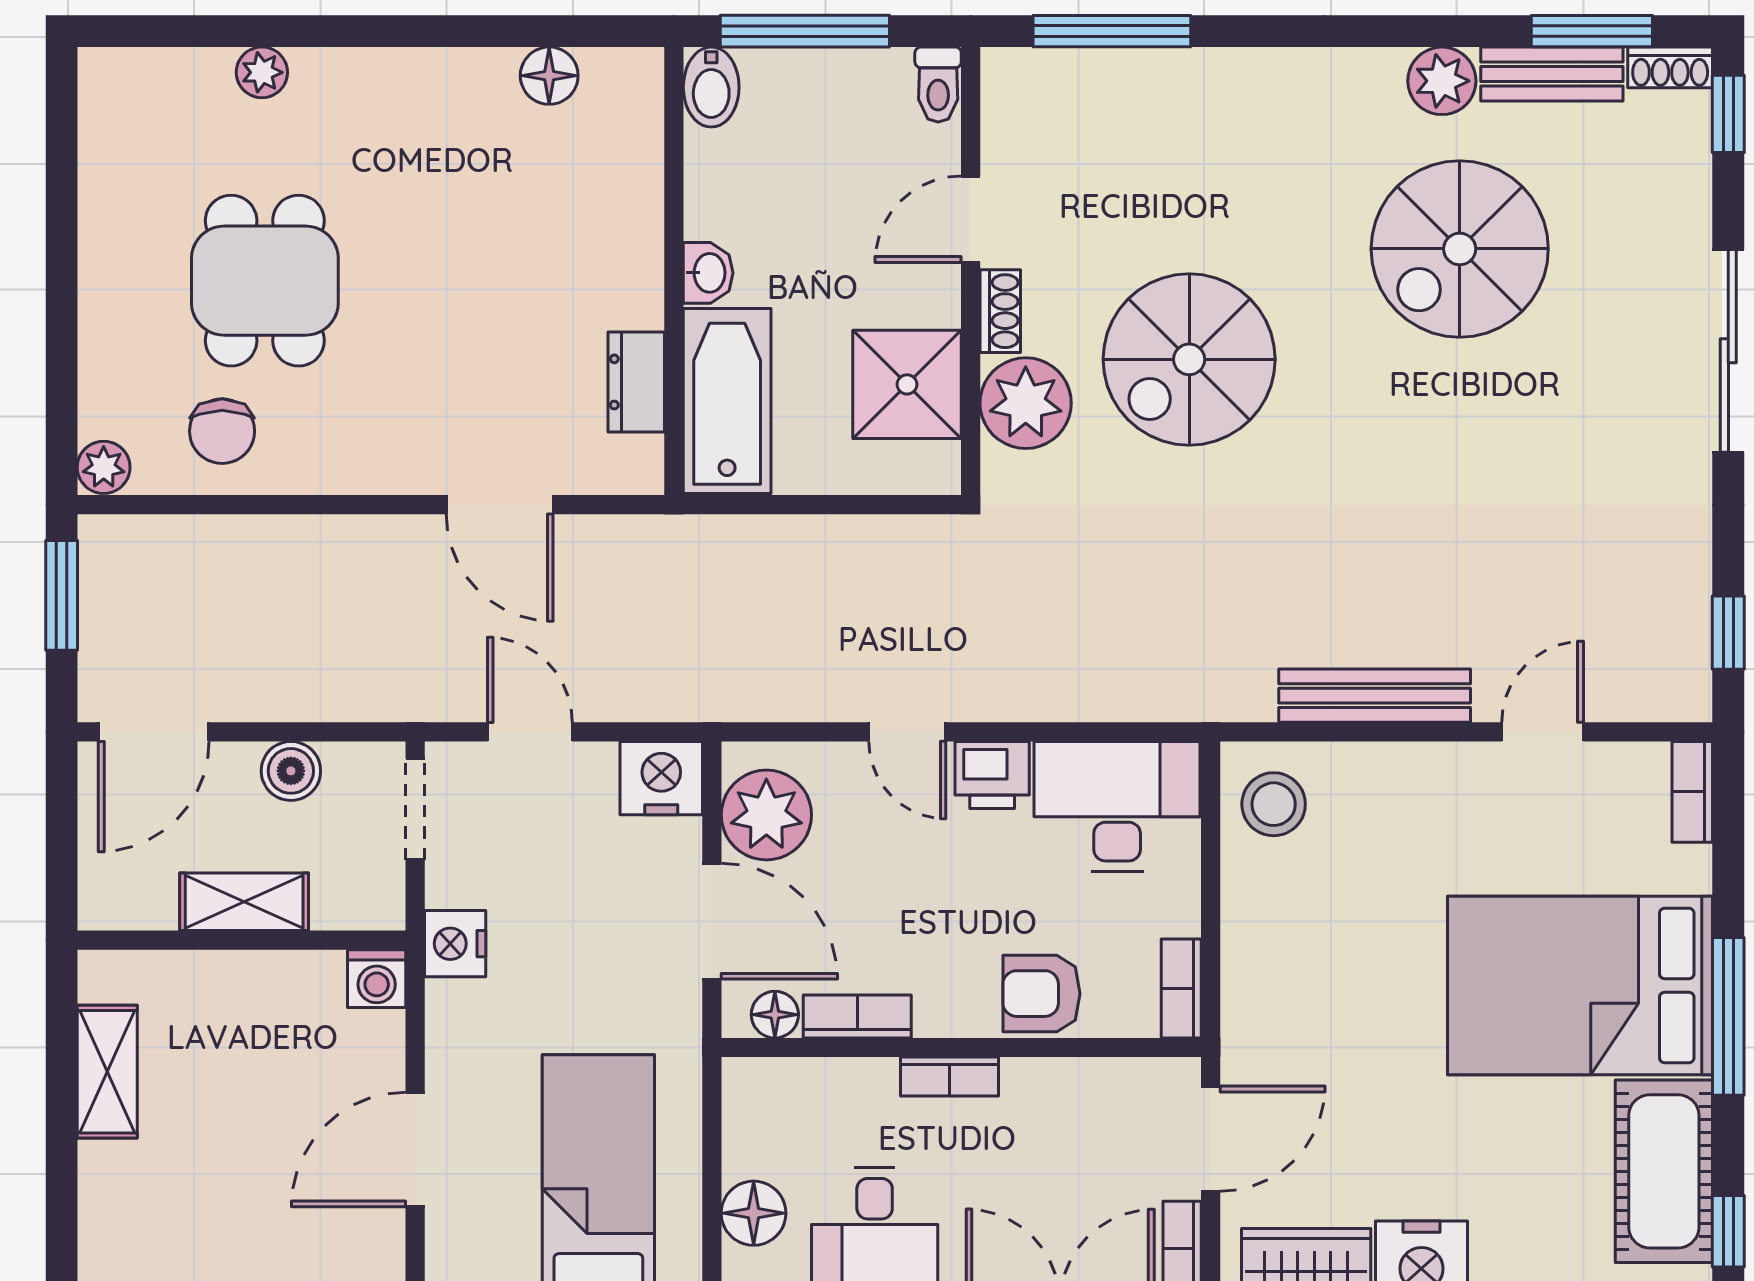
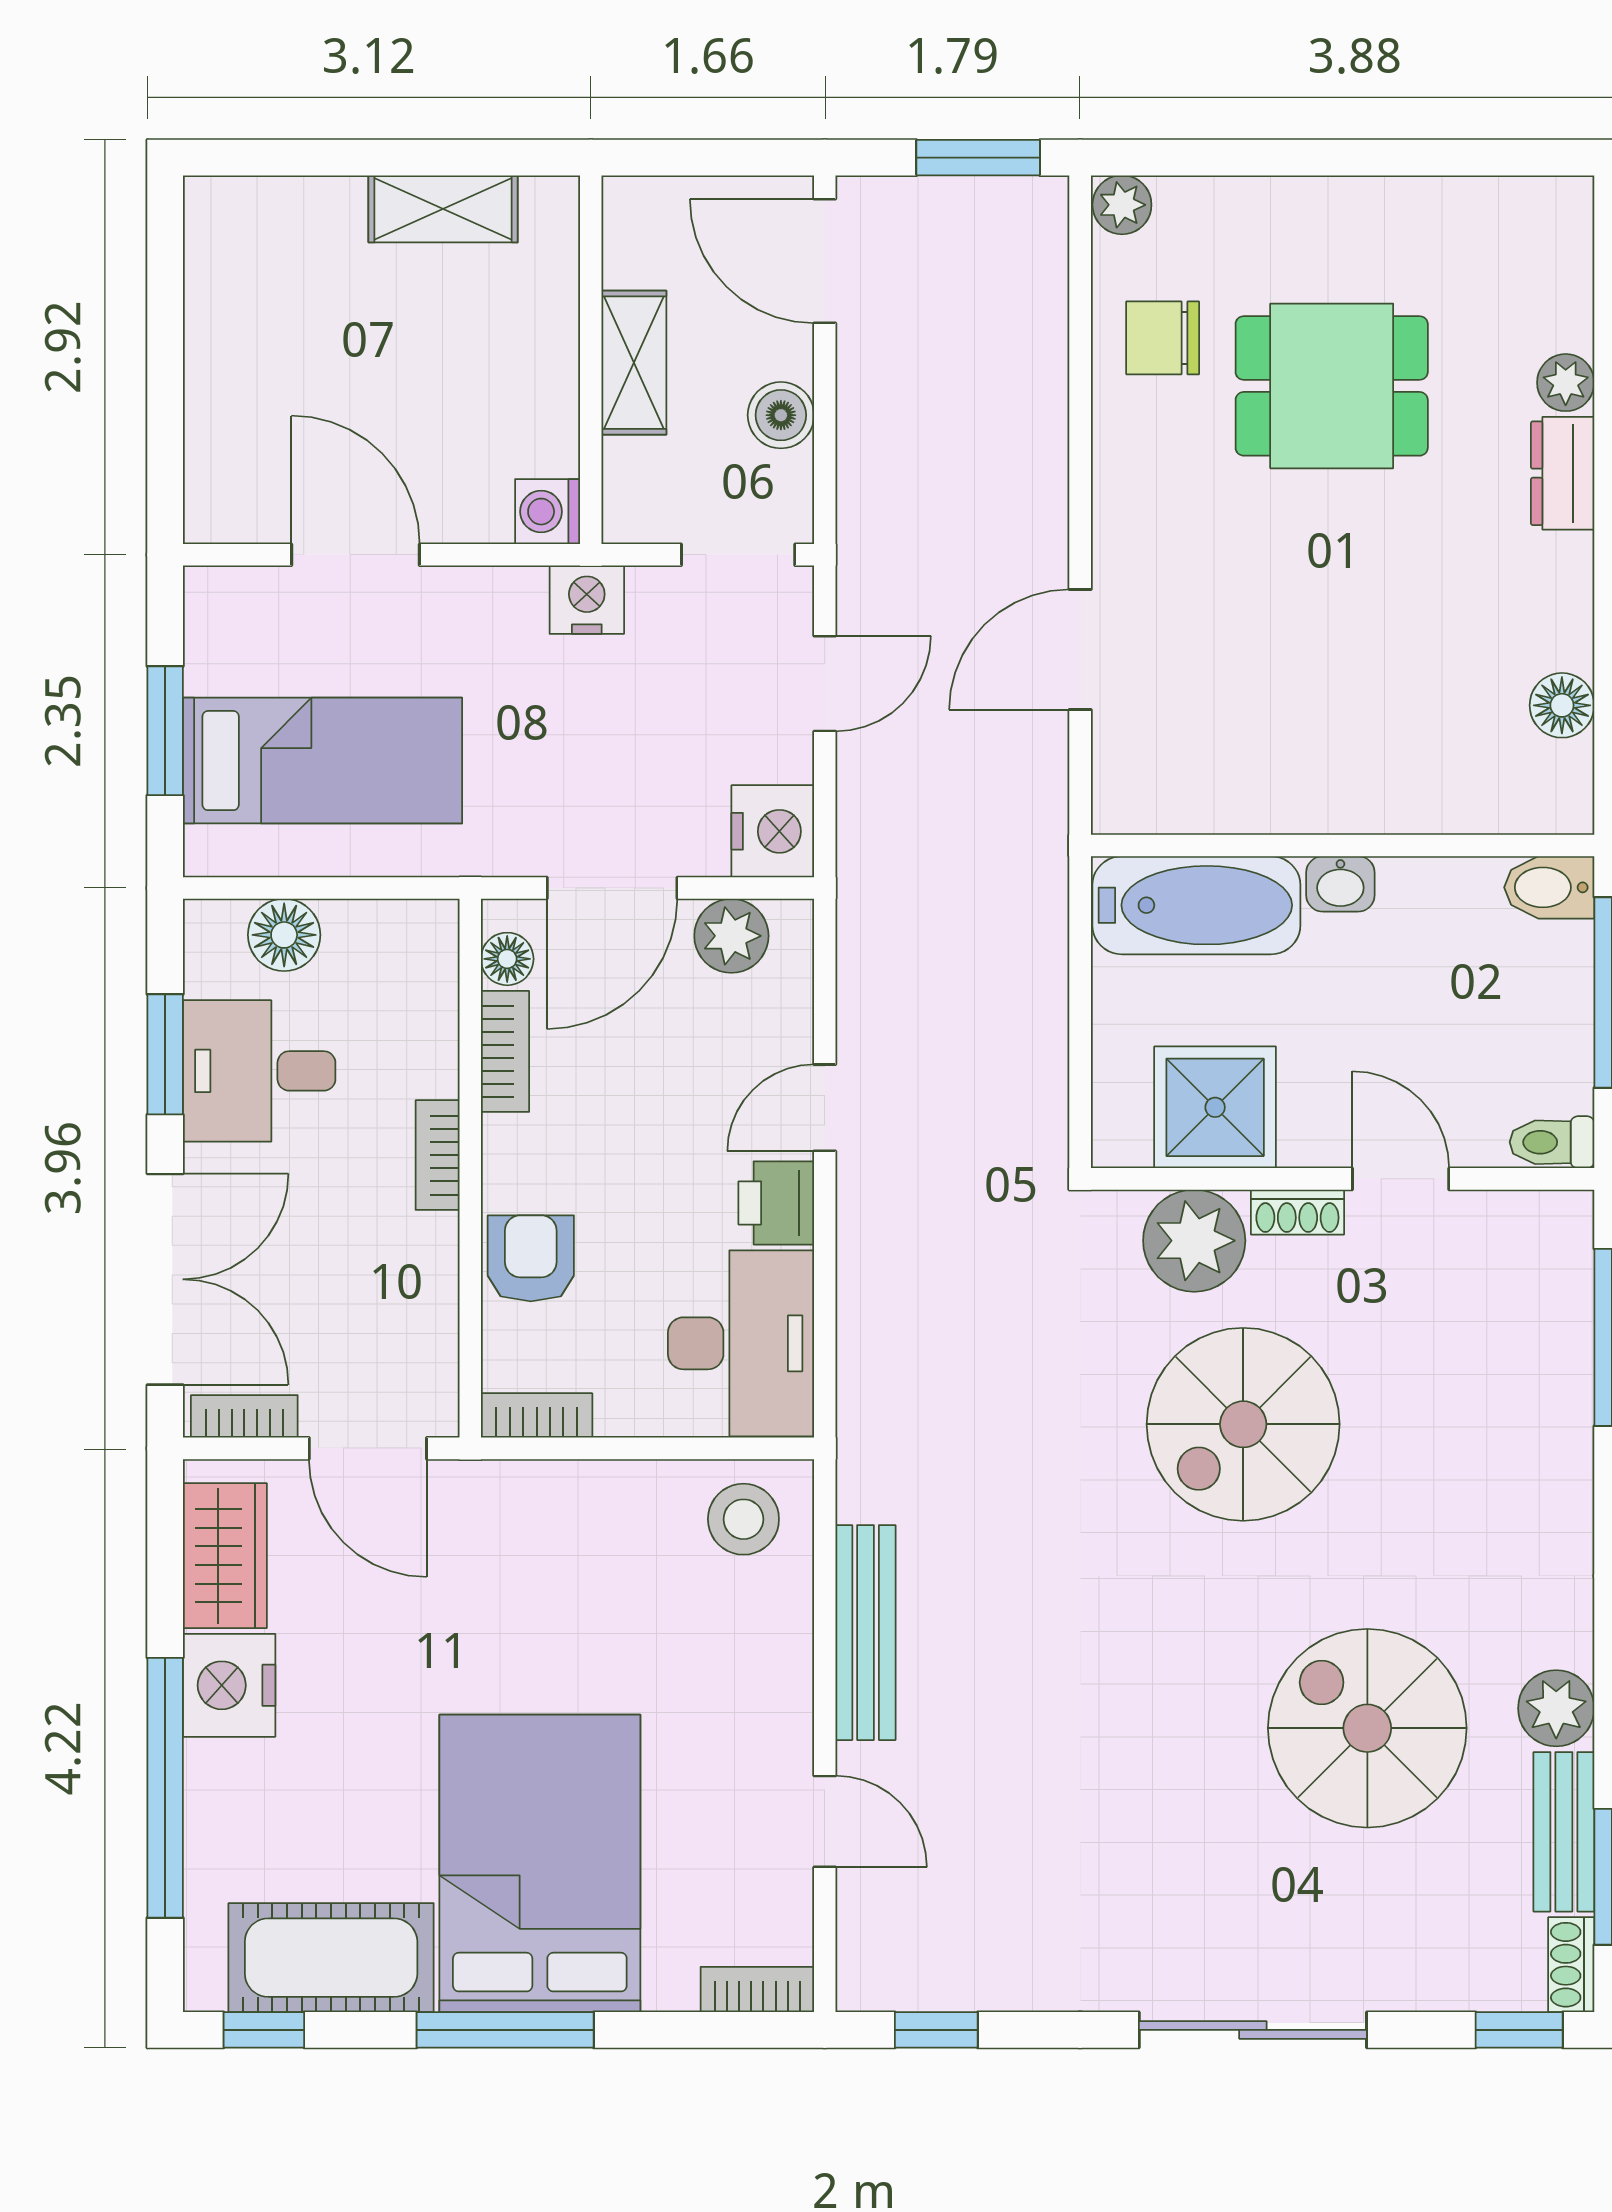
spiral stairs: (1189, 359) -> (1243, 1424), turned -90
dresser: (636, 382) -> (1563, 473), moved, turned -90
plant: (766, 815) -> (731, 936), width x0.73, depth x0.73

